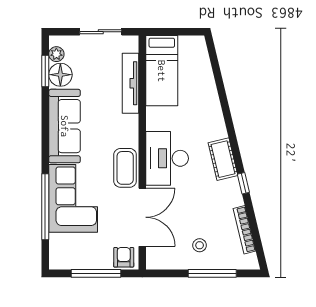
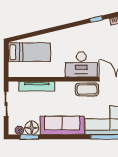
bed: (162, 71) -> (29, 52), moved
cot: (223, 159) -> (82, 31), removed

